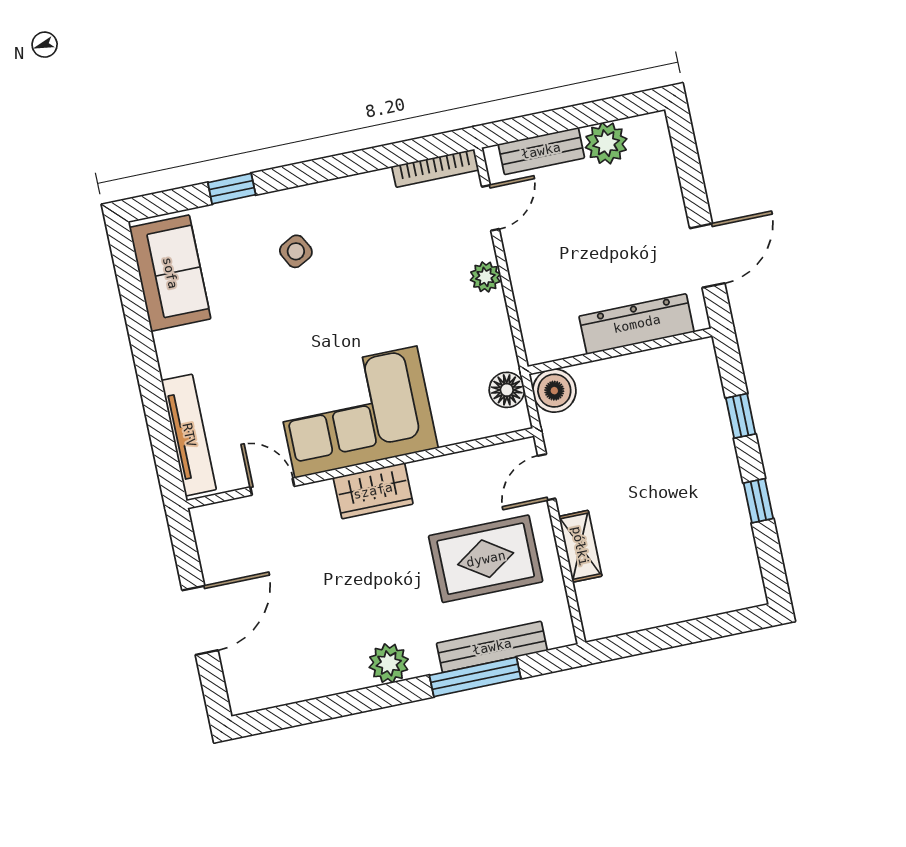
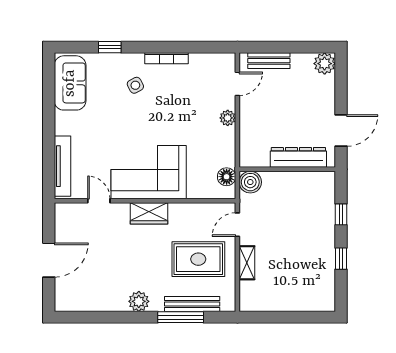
plant: (606, 143) -> (325, 64), moved
bookcase: (435, 168) -> (166, 58), moved

